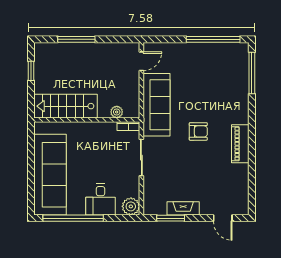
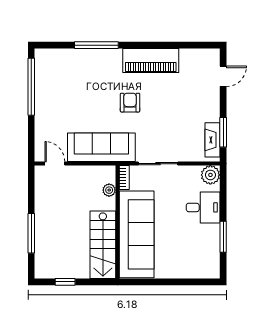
window: (252, 73) -> (96, 45), moved
piano: (240, 144) -> (151, 61), width x1.37, depth x1.33
sofa: (50, 175) -> (137, 234), moved, turned 90
fireplace: (183, 208) -> (213, 140), moved
window: (73, 218) -> (223, 237), width x0.47

